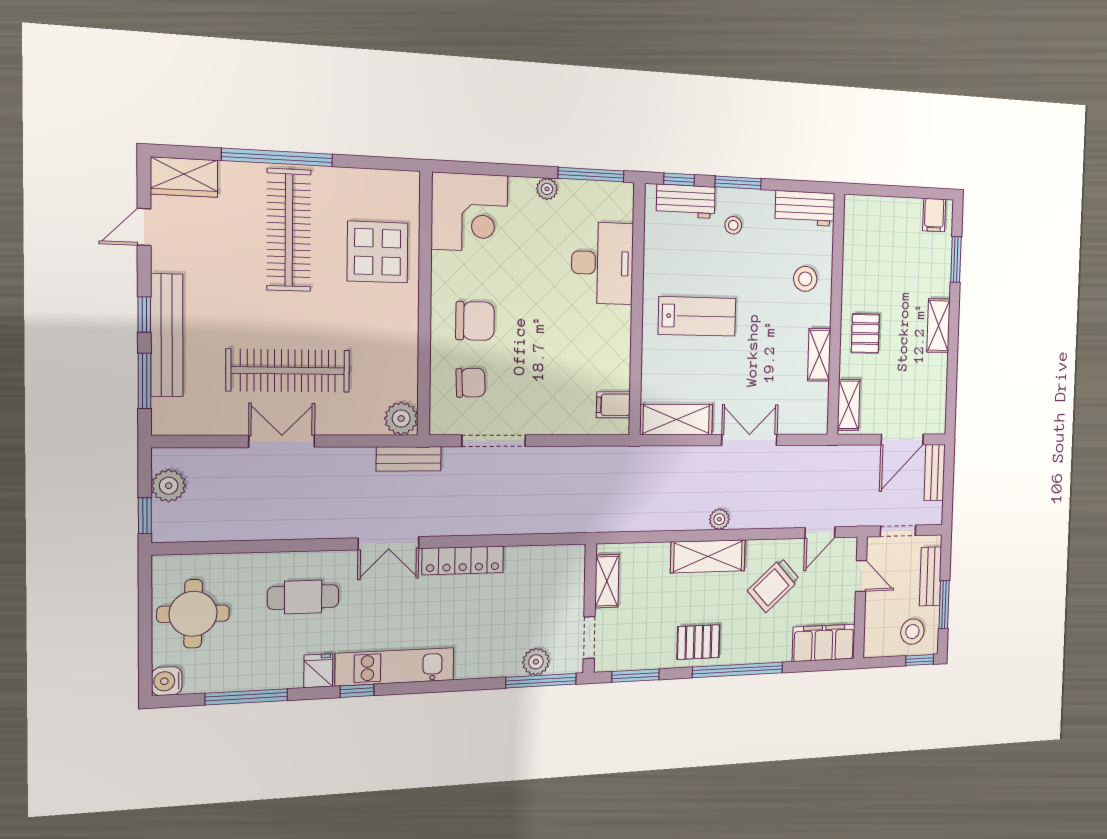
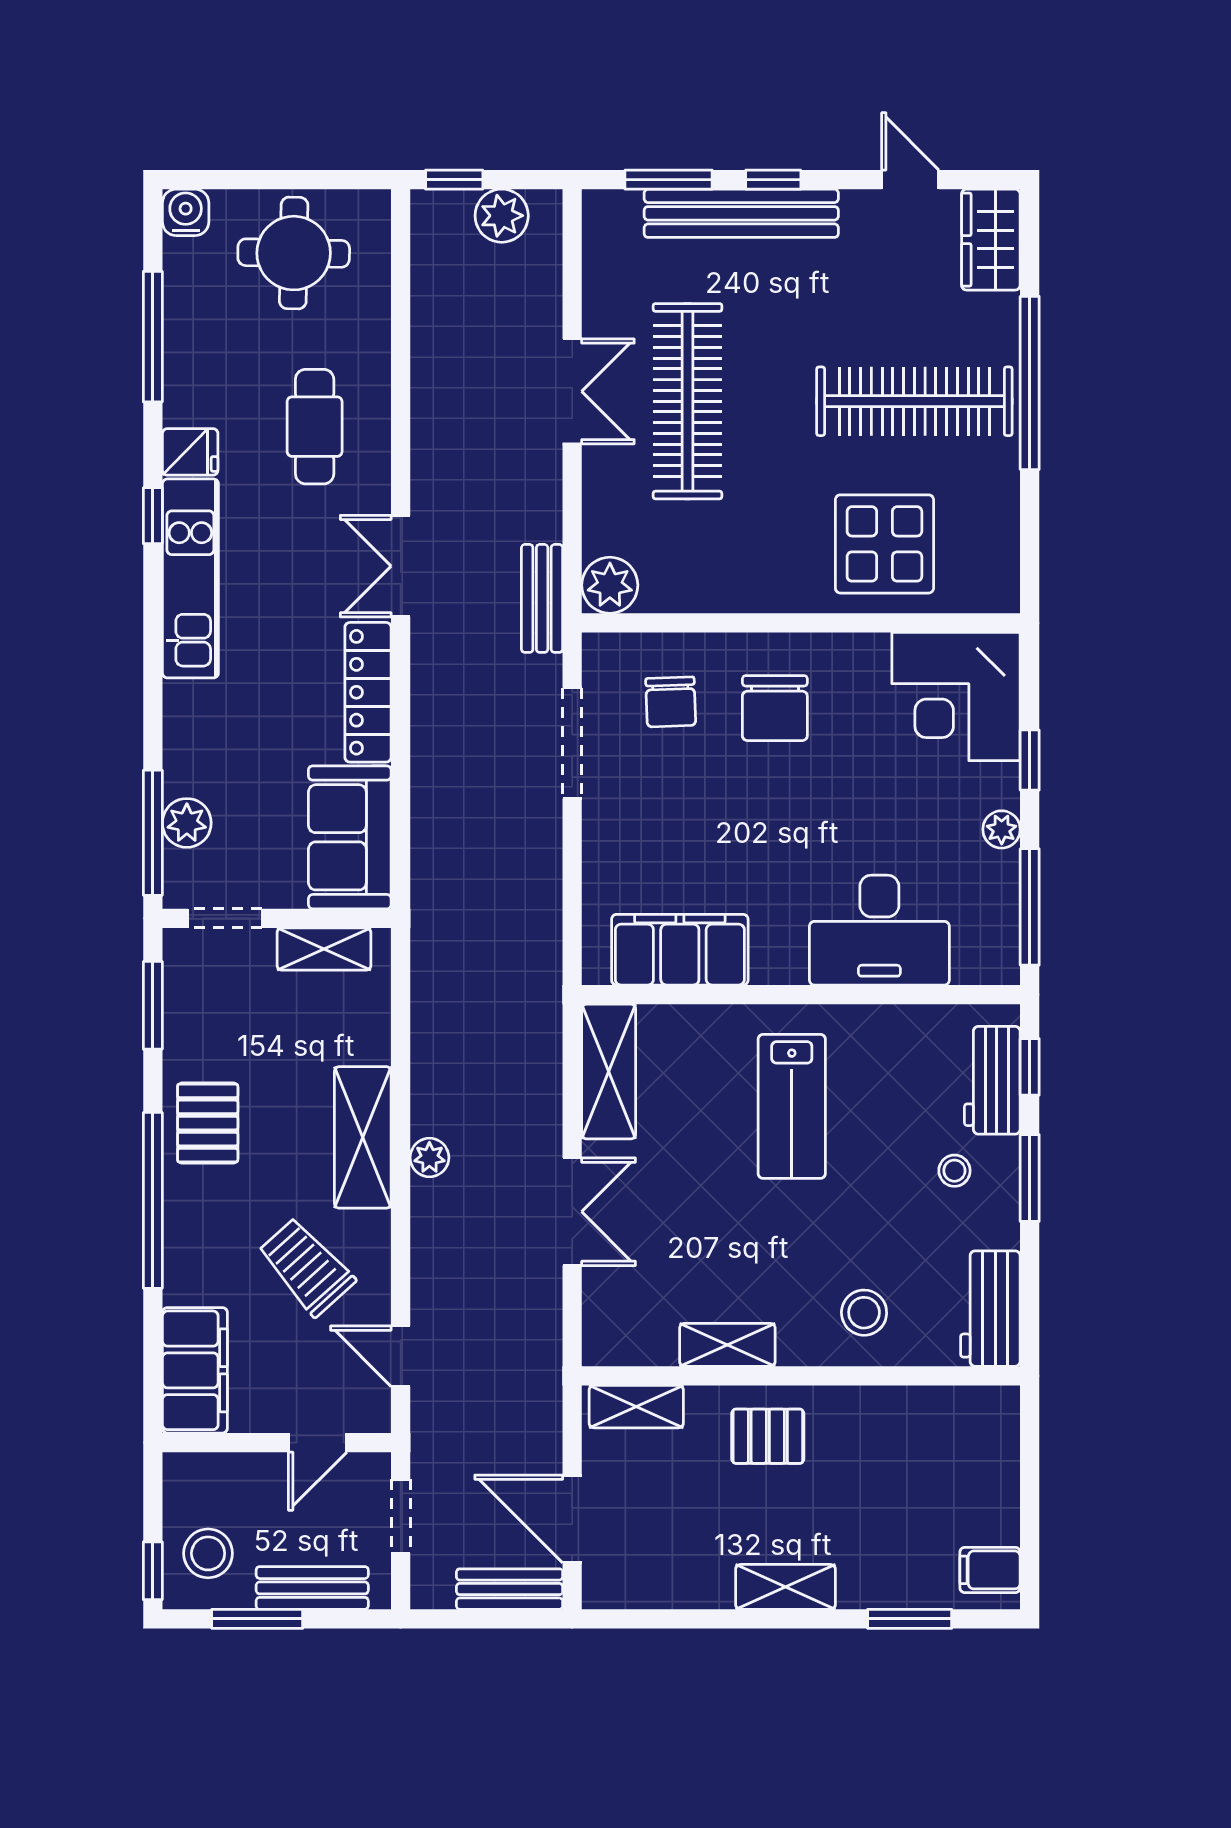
window: (507, 170) -> (1030, 760), added
filing cabinet: (613, 405) -> (680, 950), width x3.00, depth x1.17
sofa: (545, 568) -> (350, 837), added

